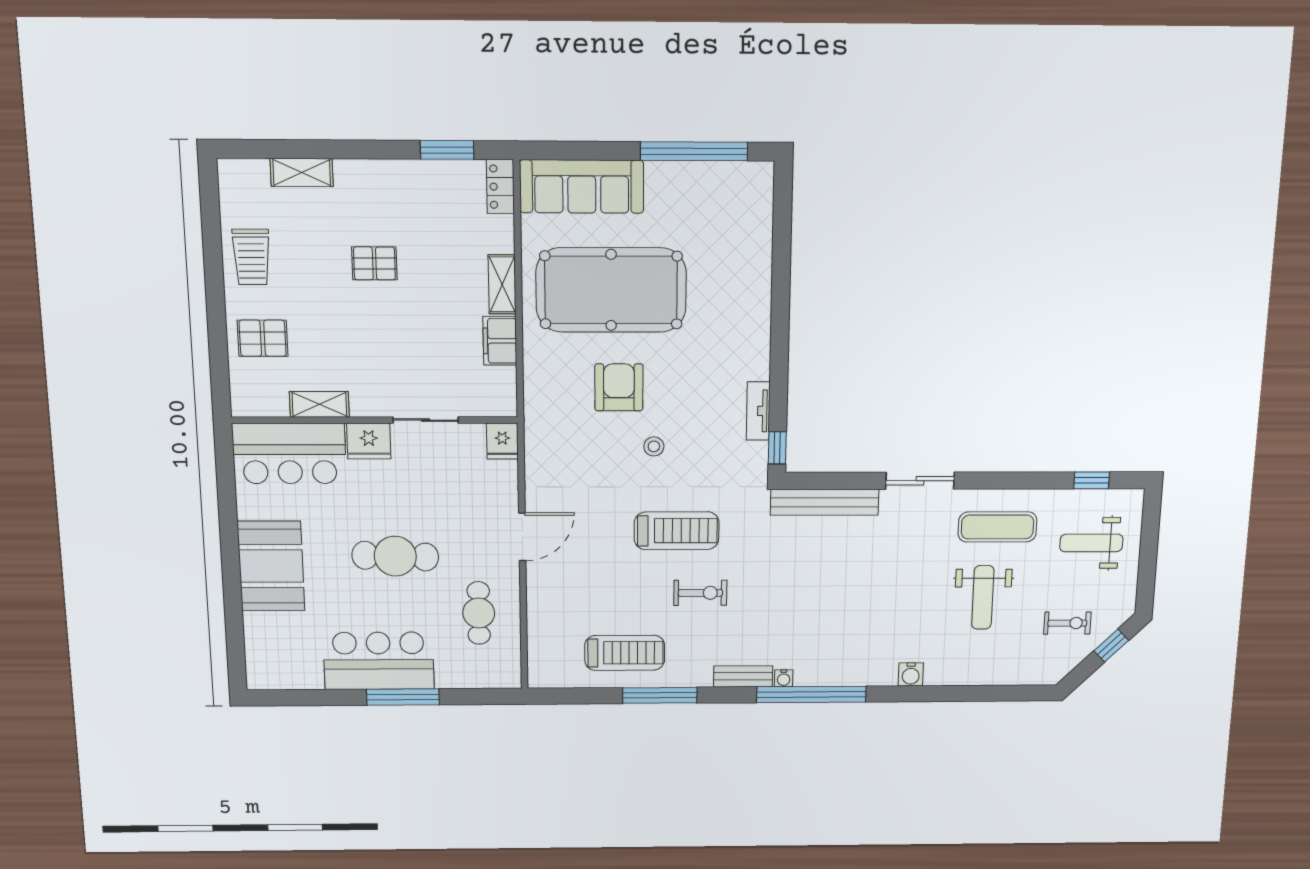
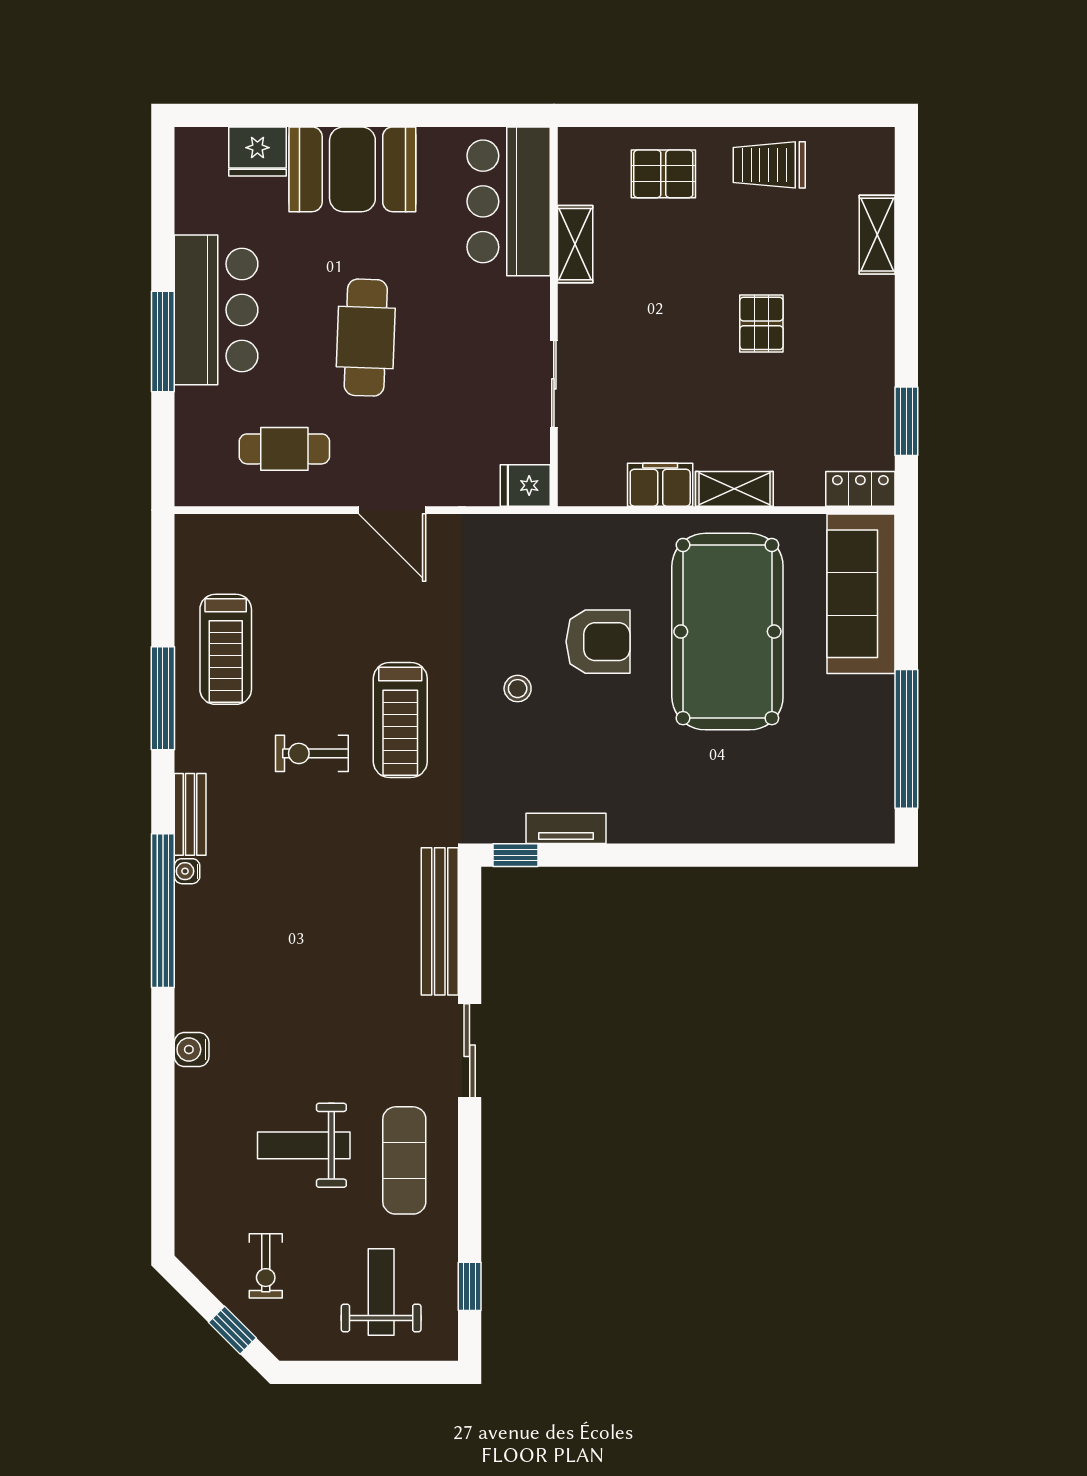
pallet: (263, 338) -> (663, 174), turned 90
fridge: (369, 441) -> (257, 151), moved, turned -90
exercise bike: (700, 593) -> (312, 753), turned 90

